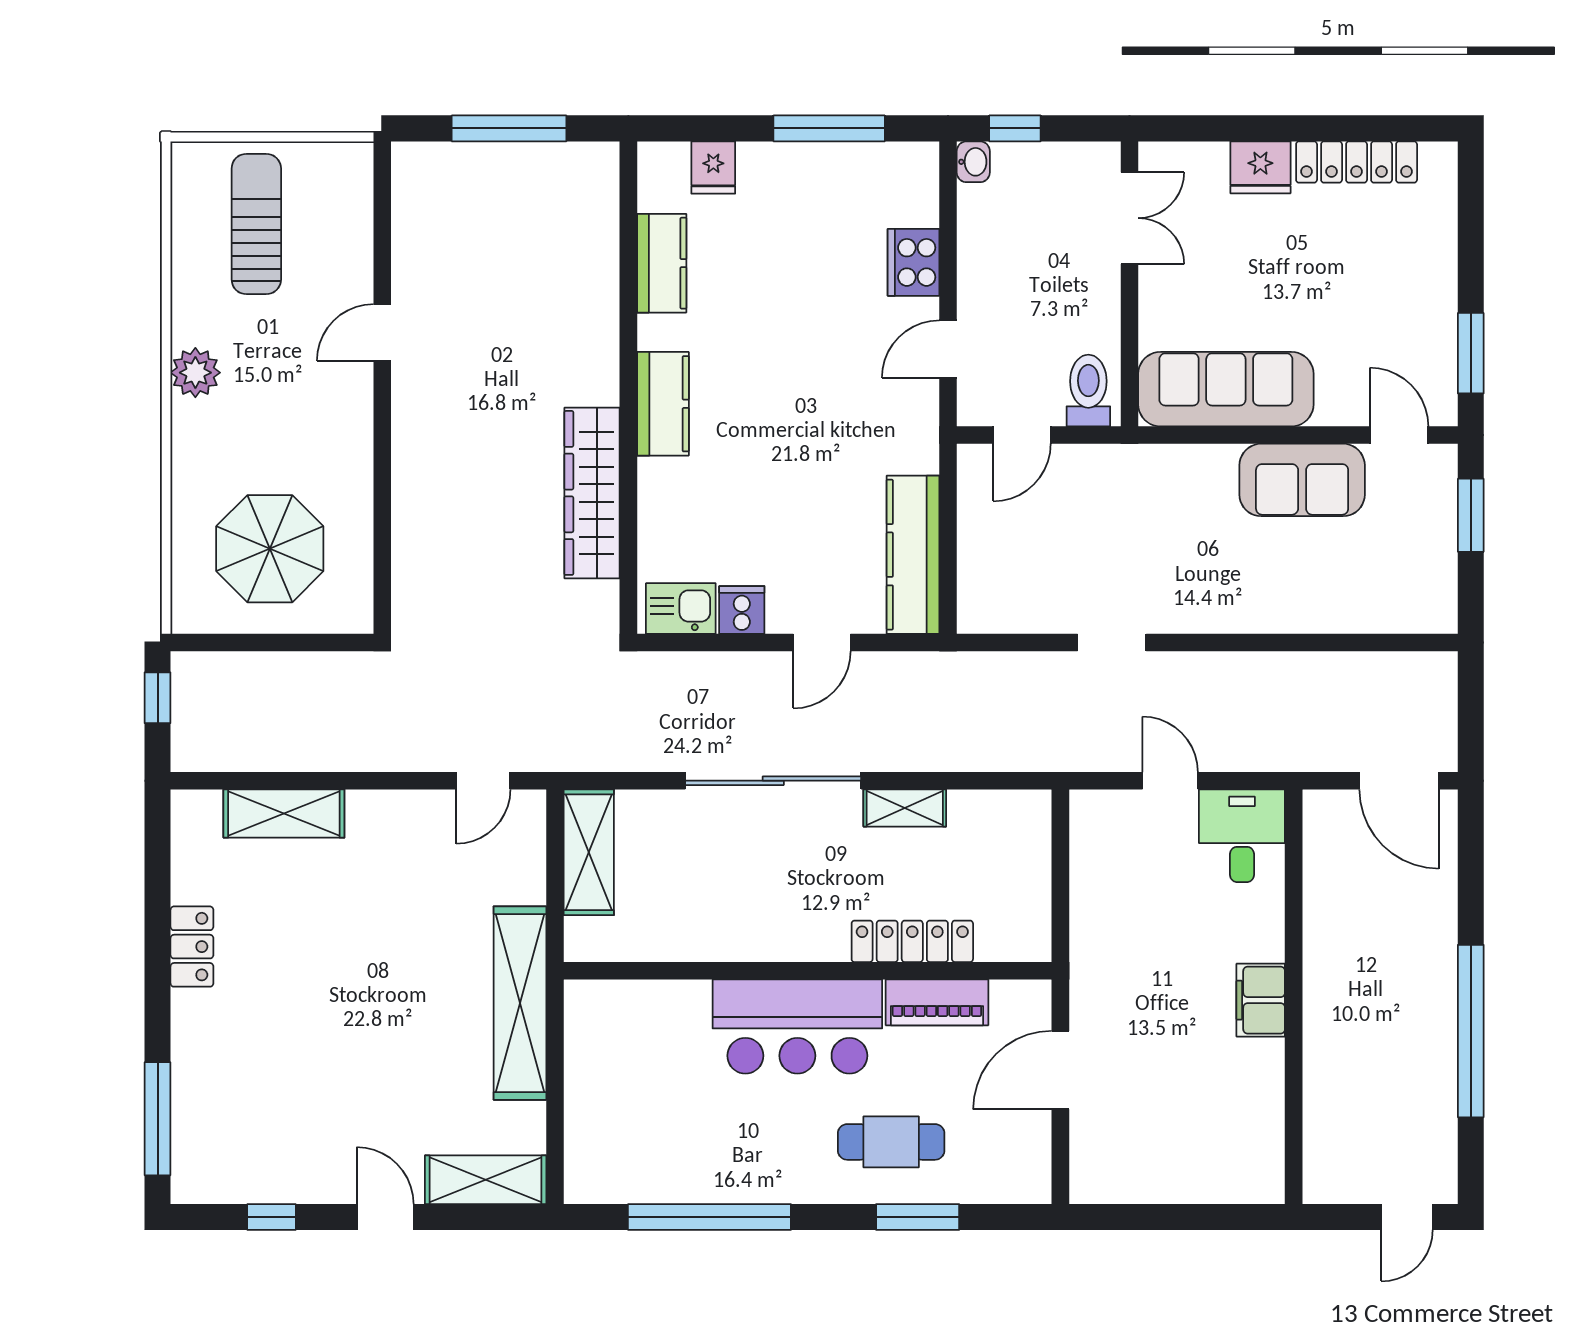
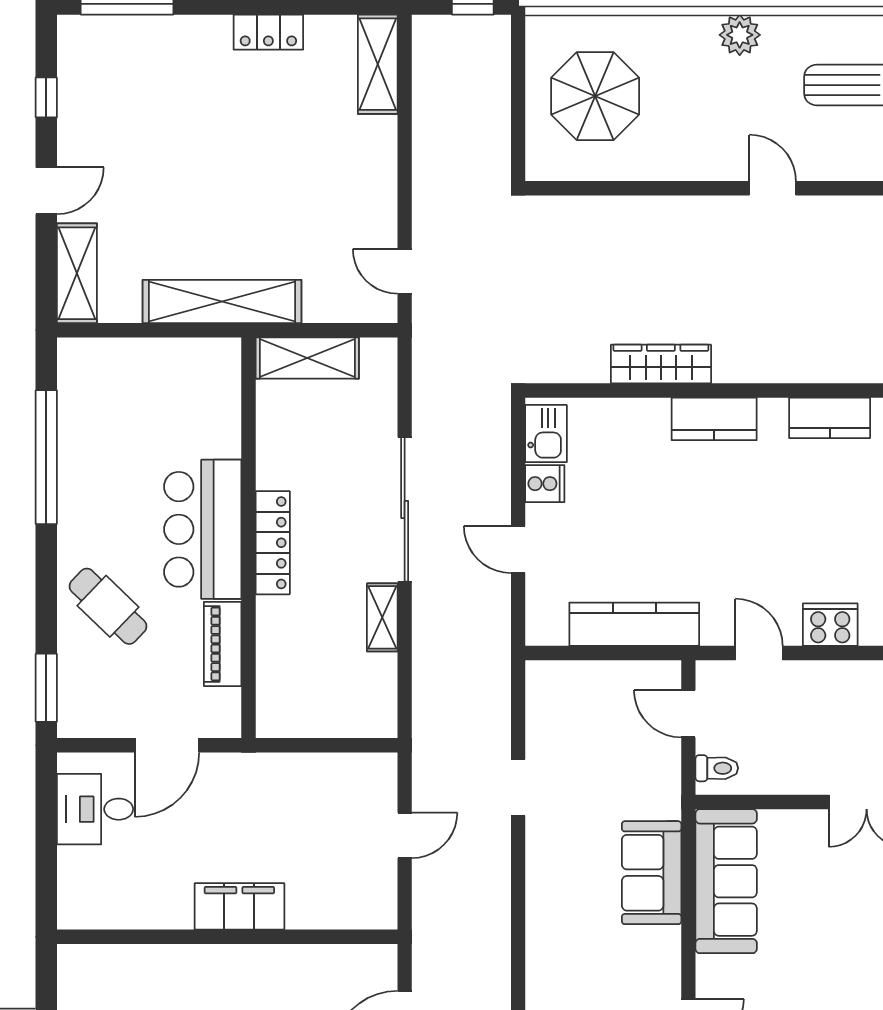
toilet: (1088, 391) -> (717, 768), width x0.73, depth x0.72
sofa: (1302, 480) -> (652, 873), moved
wardrobe: (592, 493) -> (661, 364), width x0.71, depth x0.85
kitchen counter: (913, 555) -> (634, 624), moved
shelving: (284, 814) -> (378, 64), moved
desk: (1242, 836) -> (95, 809), moved, turned 180
shelving: (589, 852) -> (307, 358), moved
locker: (912, 941) -> (273, 543), moved
filing cabinet: (1261, 1000) -> (239, 906), width x1.50, depth x1.17
door: (1060, 1070) -> (167, 745), swing flipped
cafe table: (891, 1142) -> (108, 606), turned -46
window: (918, 1217) -> (46, 688), moved

